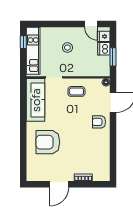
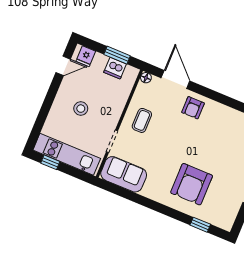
dishwasher: (104, 49) -> (115, 68), moved
sofa: (36, 100) -> (124, 174), width x0.73
window: (23, 159) -> (200, 225), added

